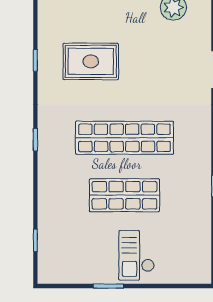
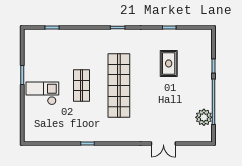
rug: (91, 61) -> (169, 63), width x0.73, depth x0.70
shop shelf: (124, 195) -> (82, 85), width x0.70, depth x0.74

